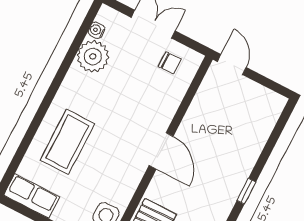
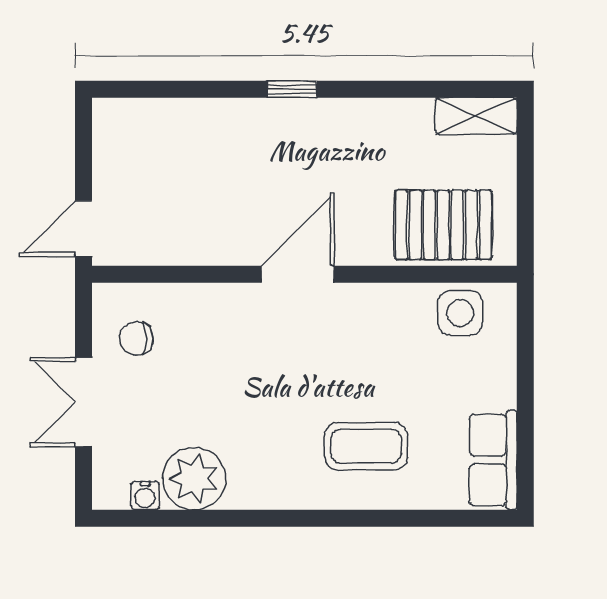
chair: (170, 63) -> (136, 338), turned -90
coffee table: (67, 142) -> (366, 446), width x0.73, depth x0.76

